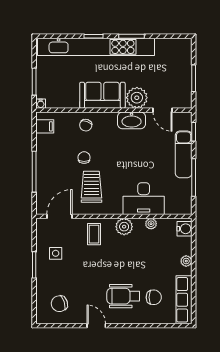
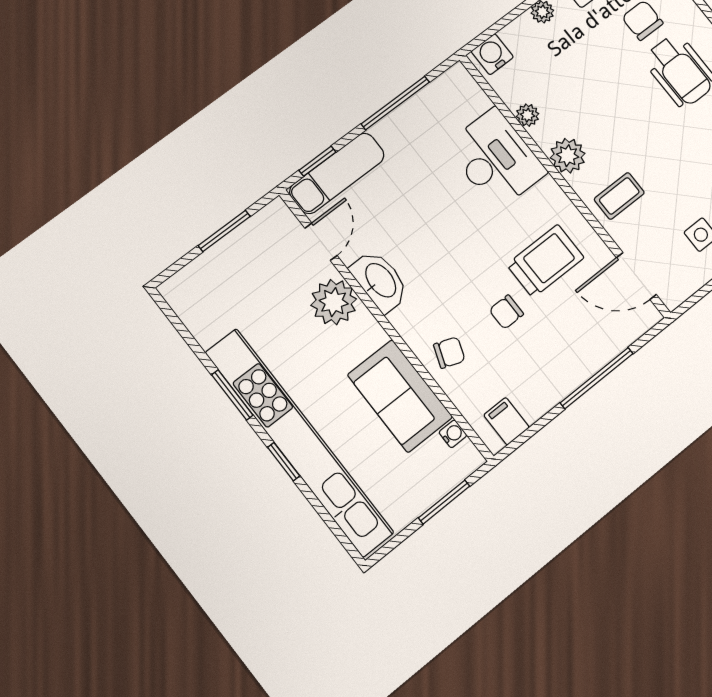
sofa: (102, 95) -> (400, 396), moved
water cooler: (41, 104) -> (453, 434), moved
exam couch: (184, 154) -> (337, 173), moved
trolley: (91, 187) -> (545, 261), turned 180

